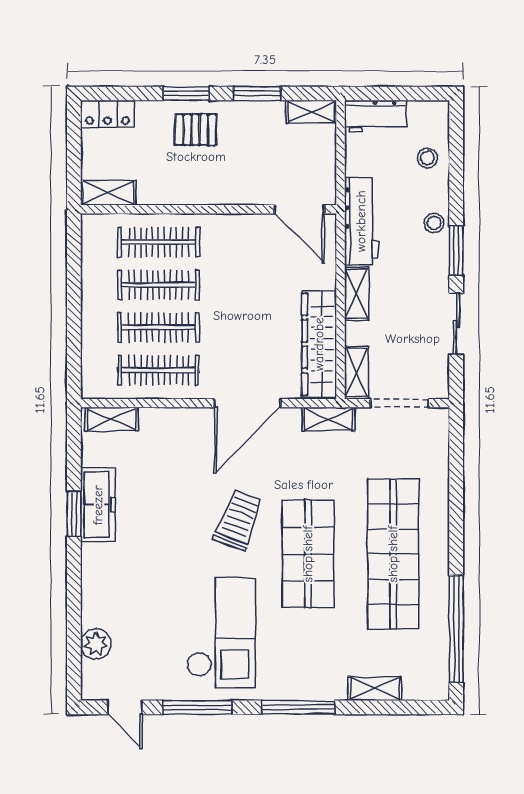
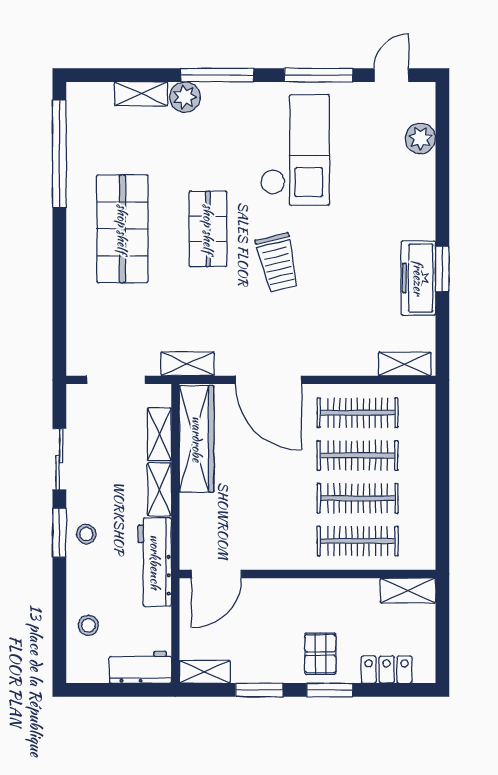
locker: (107, 114) -> (387, 670), moved
pallet: (196, 130) -> (320, 654), turned 90
door: (299, 209) -> (216, 574), swing flipped
stool: (434, 223) -> (86, 534), moved
shelving: (356, 373) -> (159, 434), moved
door: (248, 403) -> (268, 380), swing flipped
trolley: (238, 520) -> (278, 262), turned -34
shop shelf: (308, 554) -> (208, 229), width x0.70, depth x0.74
shop shelf: (393, 554) -> (122, 229), width x0.71
checkout: (221, 632) -> (295, 150), turned 180
plant: (331, 685) -> (185, 97), added
door: (125, 707) -> (391, 75), hinge flipped

